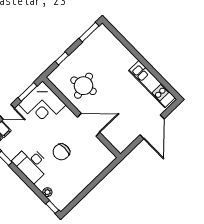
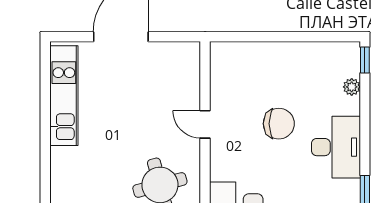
door: (89, 125) -> (205, 124), width x0.53

